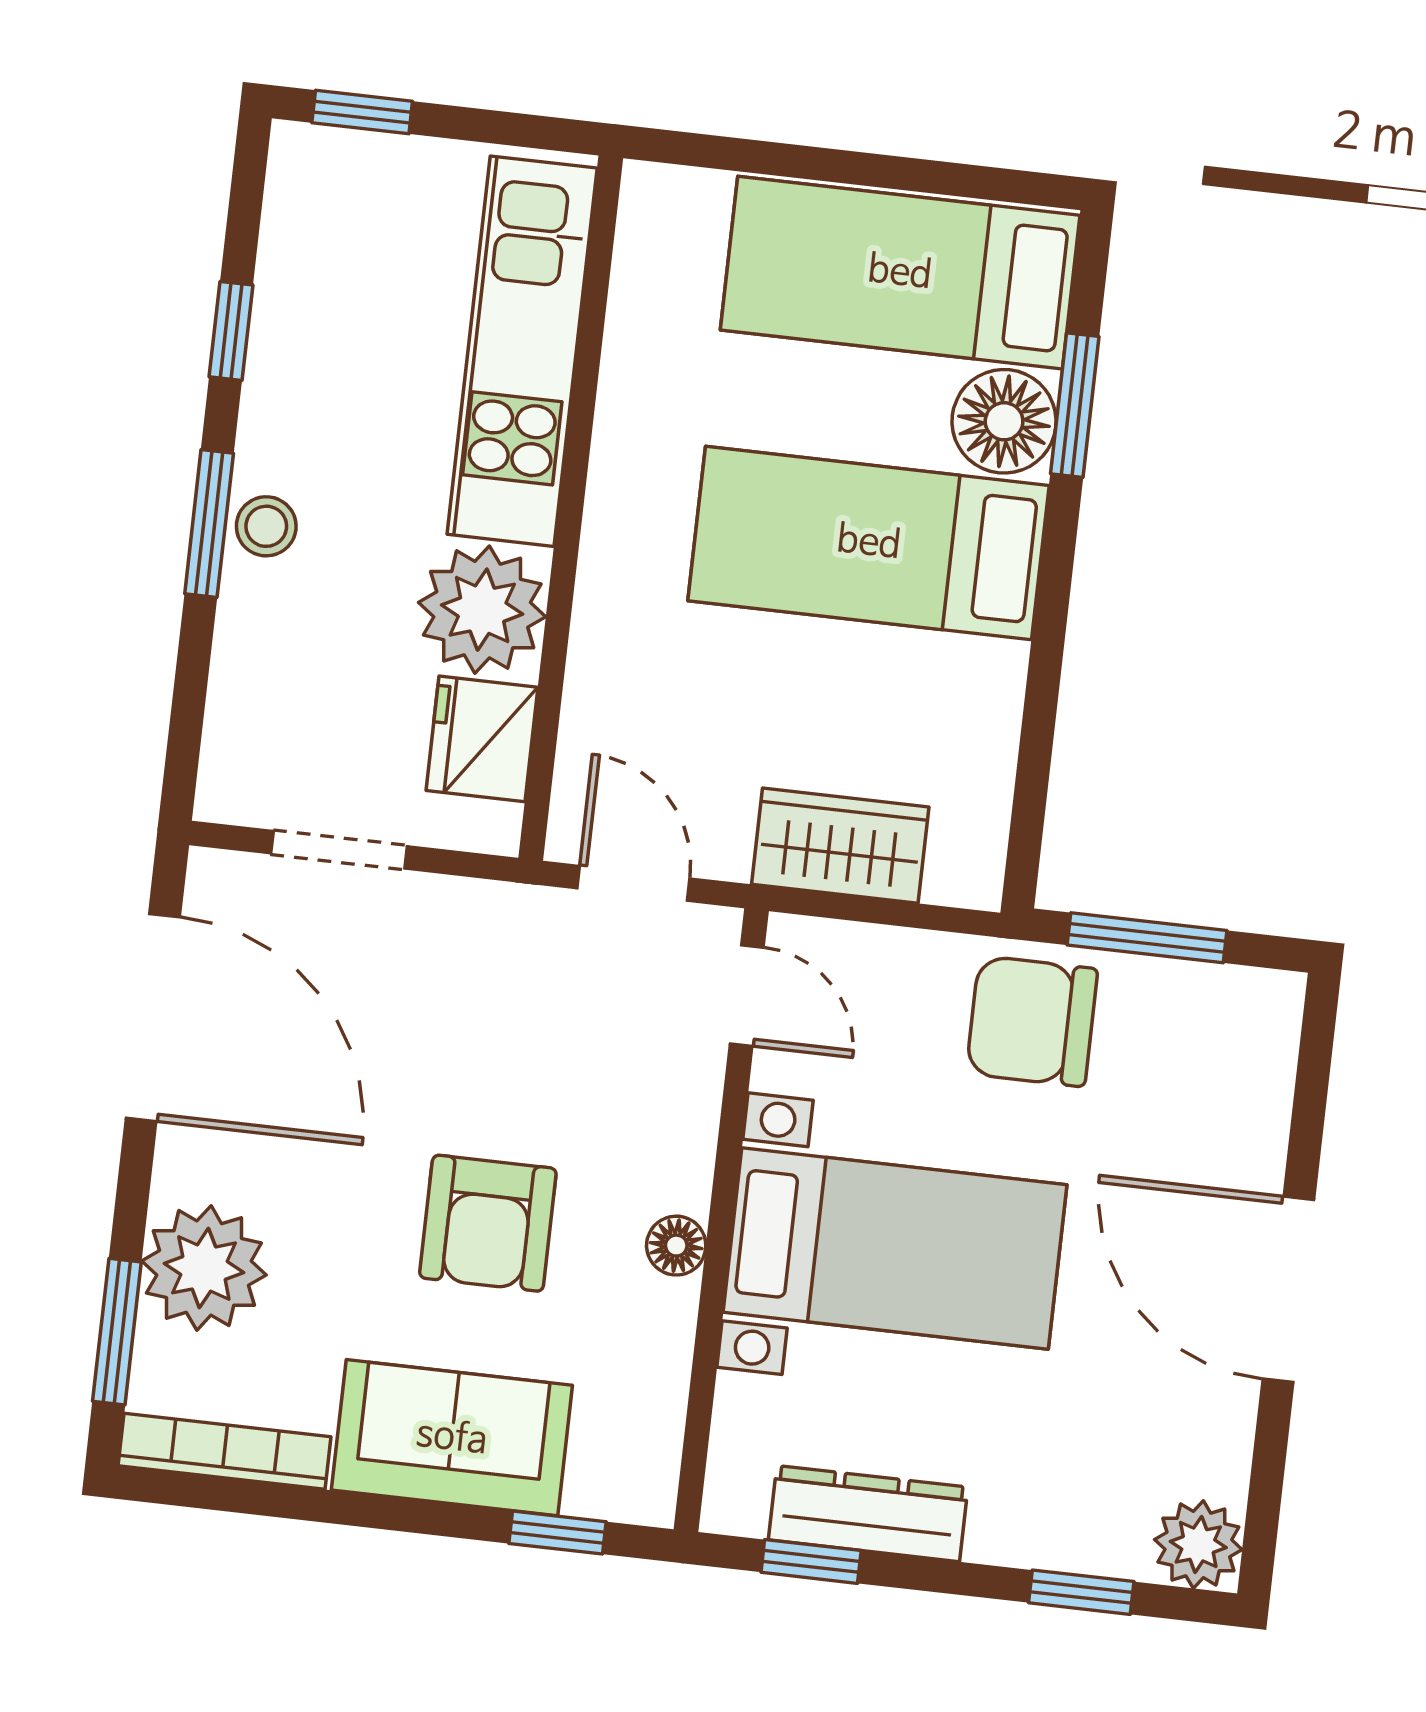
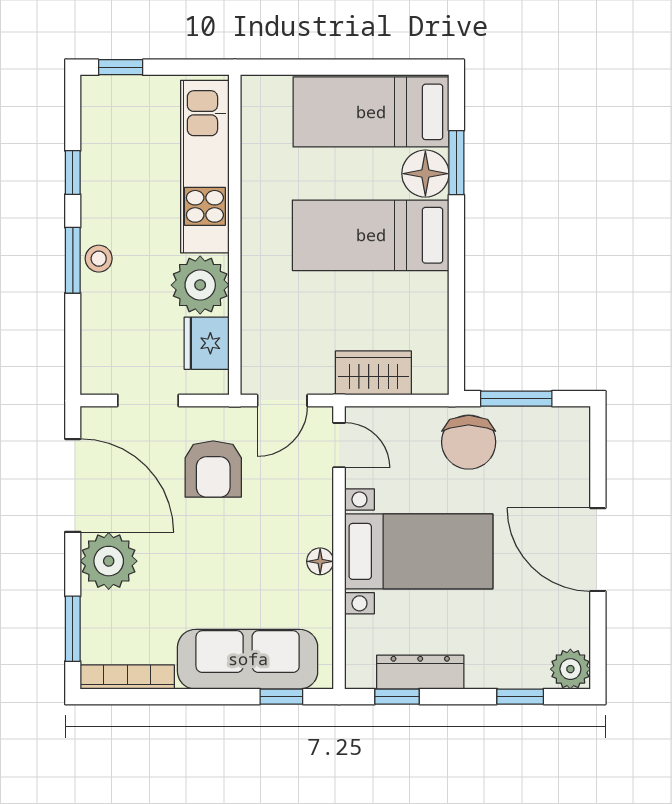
door: (633, 883) -> (282, 400), swing flipped
chair: (1032, 1021) -> (469, 442), turned -90
armchair: (488, 1223) -> (213, 469), moved
plant: (204, 1268) -> (109, 561), moved
sofa: (452, 1438) -> (248, 659), width x1.36

